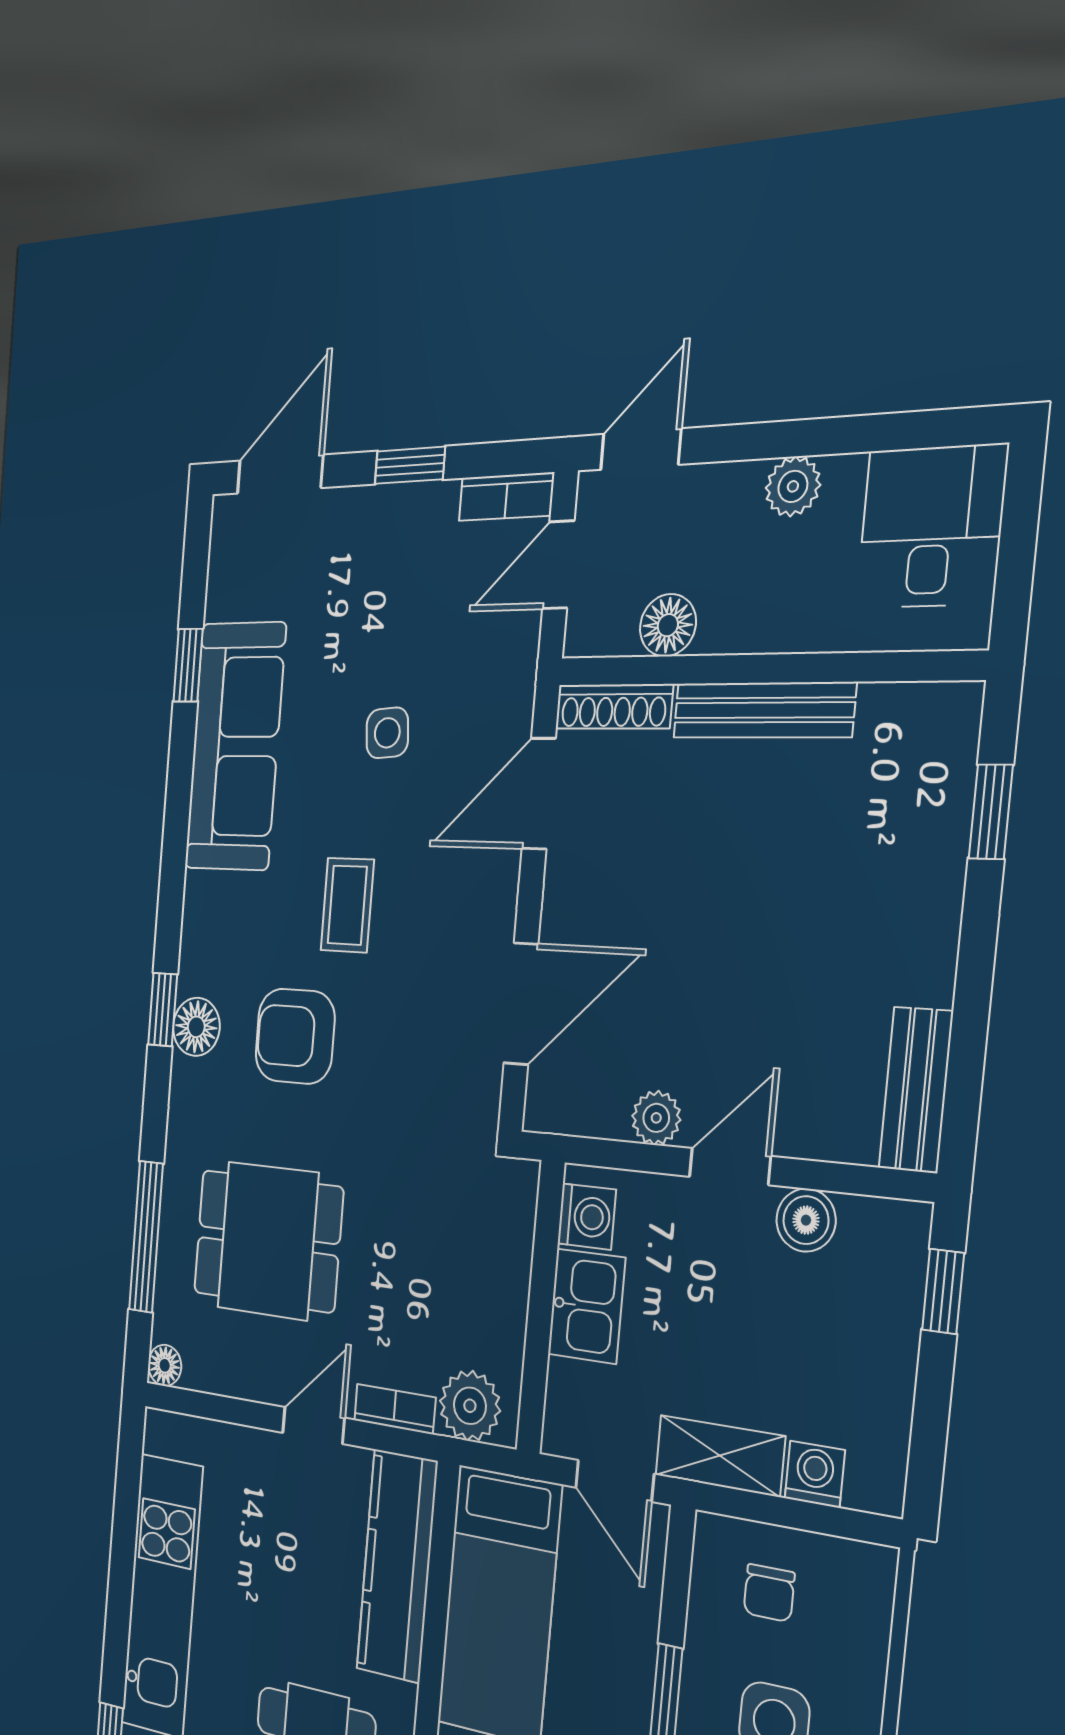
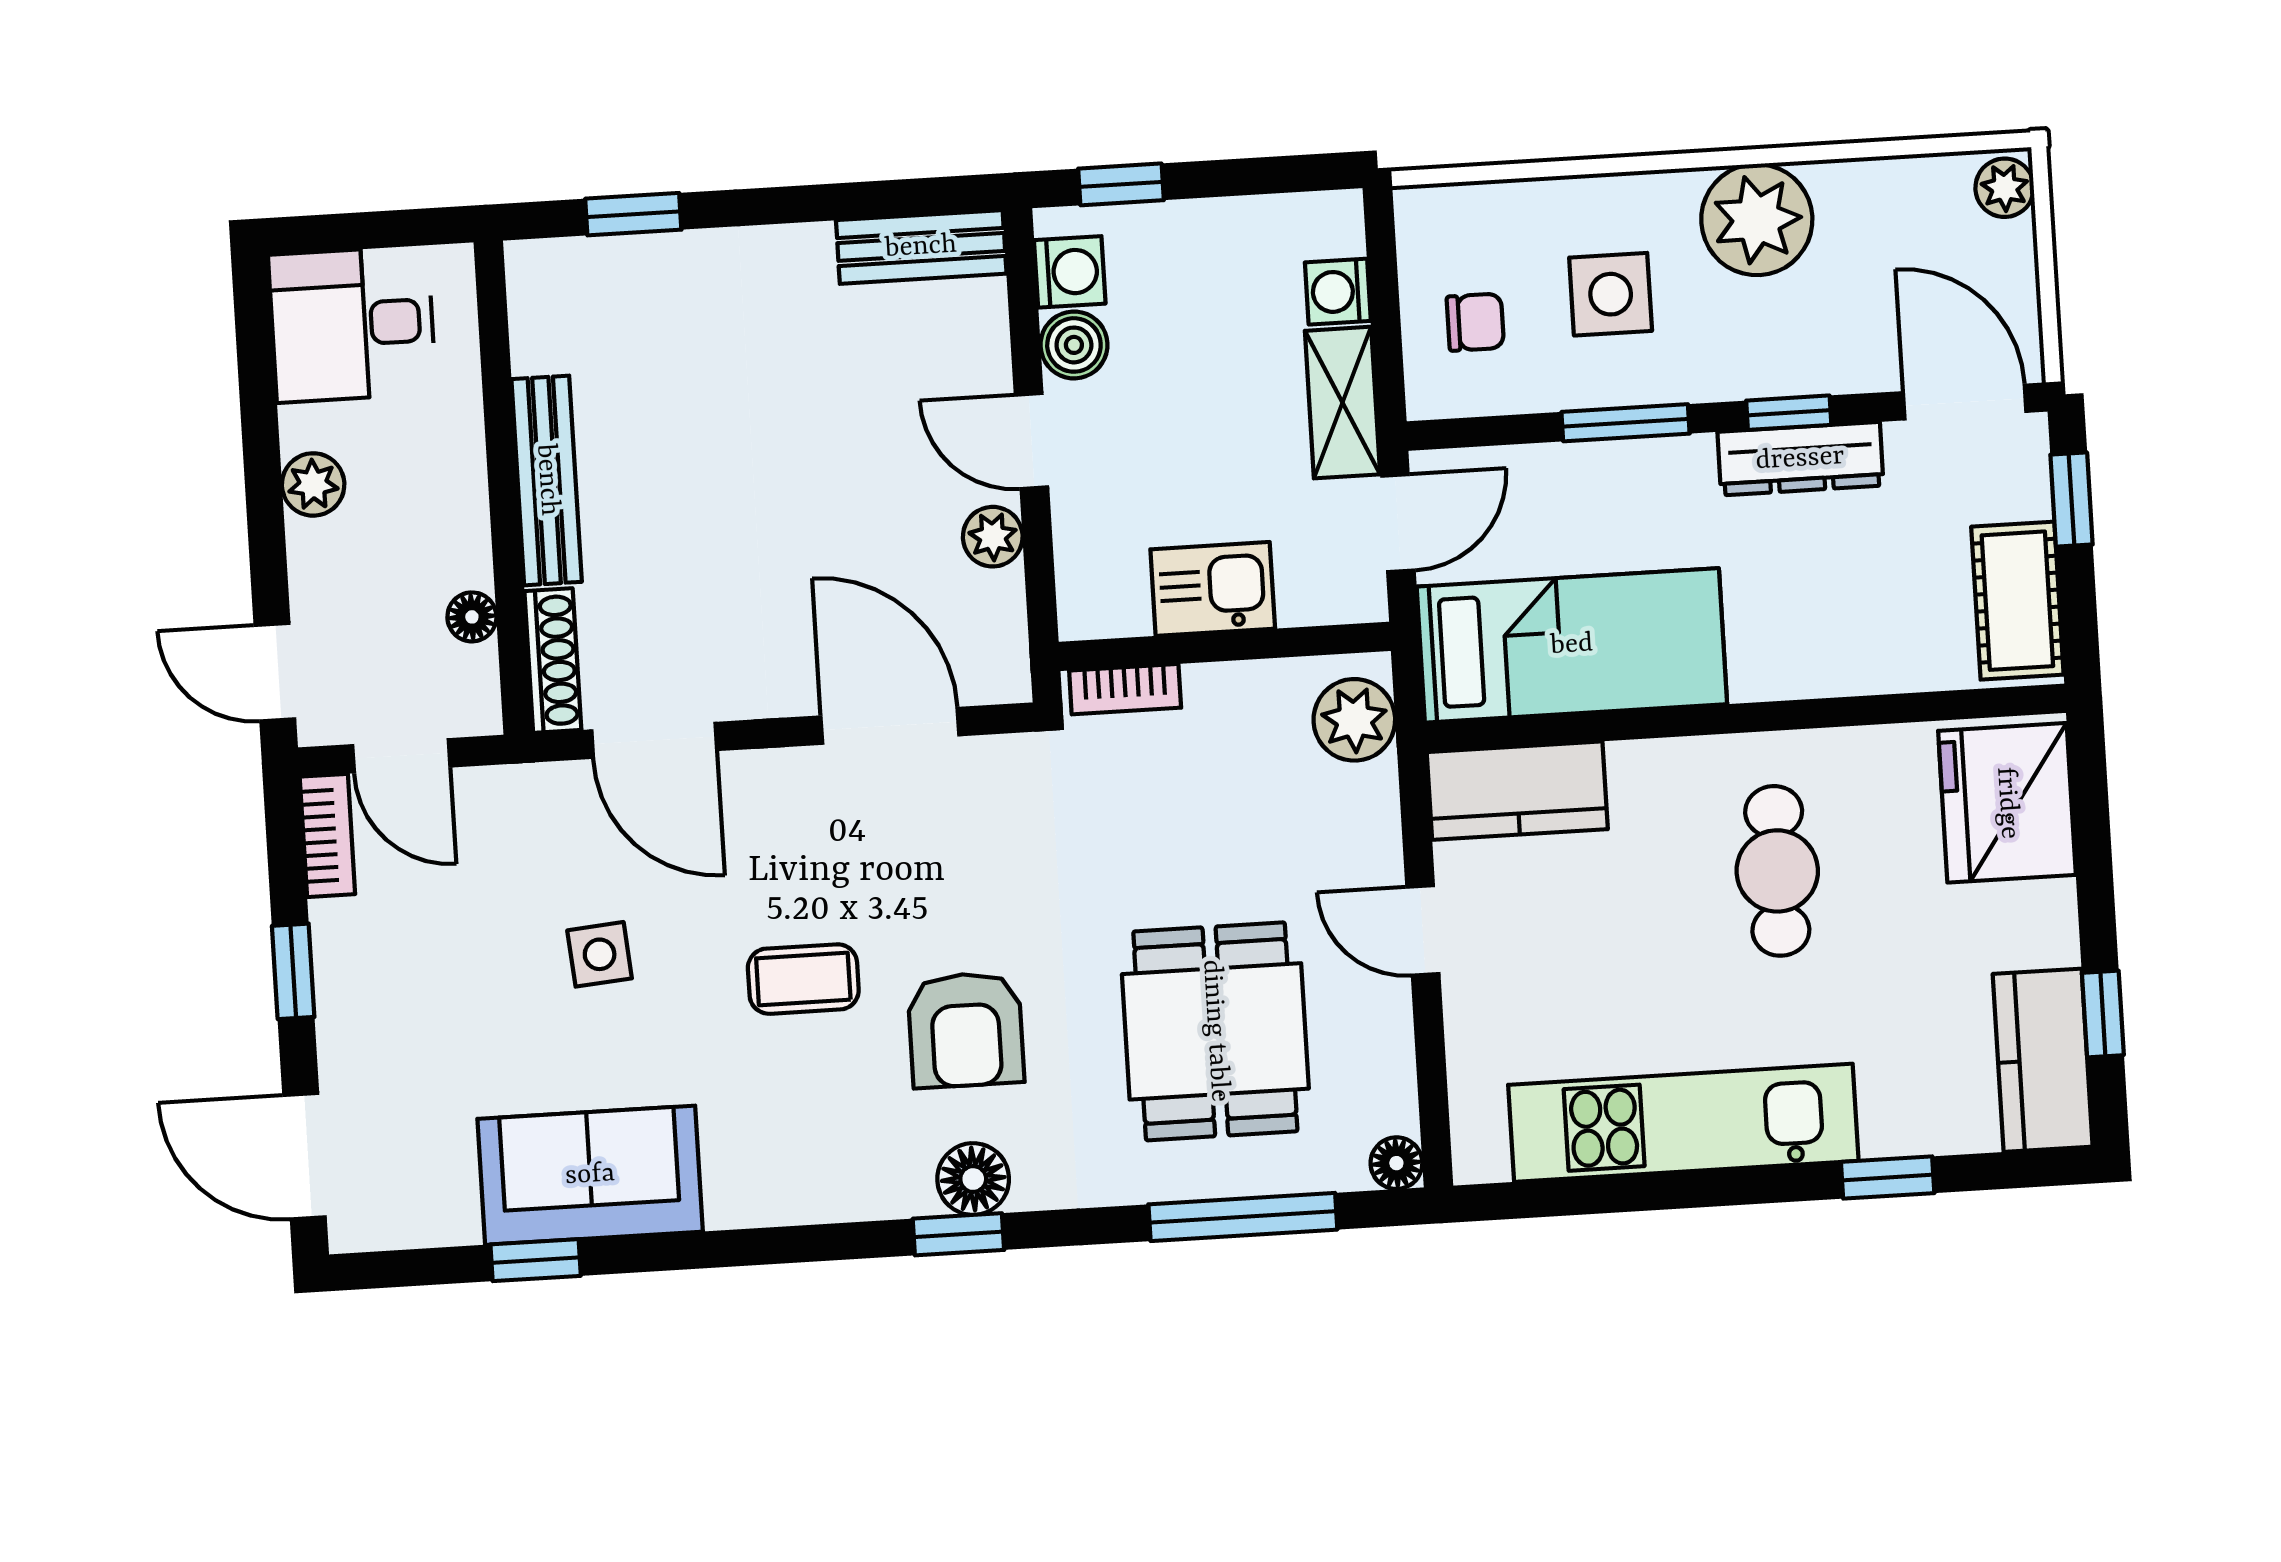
floor lamp: (668, 625) -> (472, 617), width x0.73, depth x0.73
sofa: (235, 746) -> (590, 1175), width x0.73
washing machine: (587, 1217) -> (1070, 272), moved, turned 90
bookcase: (395, 1409) -> (1125, 689), moved, turned -90
kitchen counter: (397, 1566) -> (1517, 791), width x0.67

